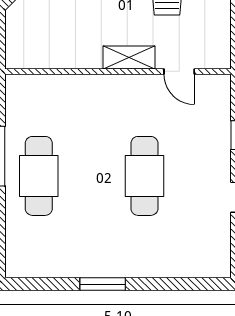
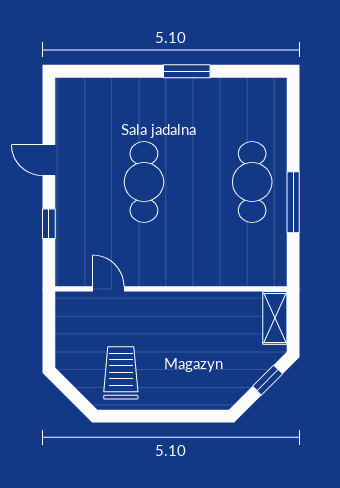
shelving: (129, 57) -> (275, 318), moved, turned 90

